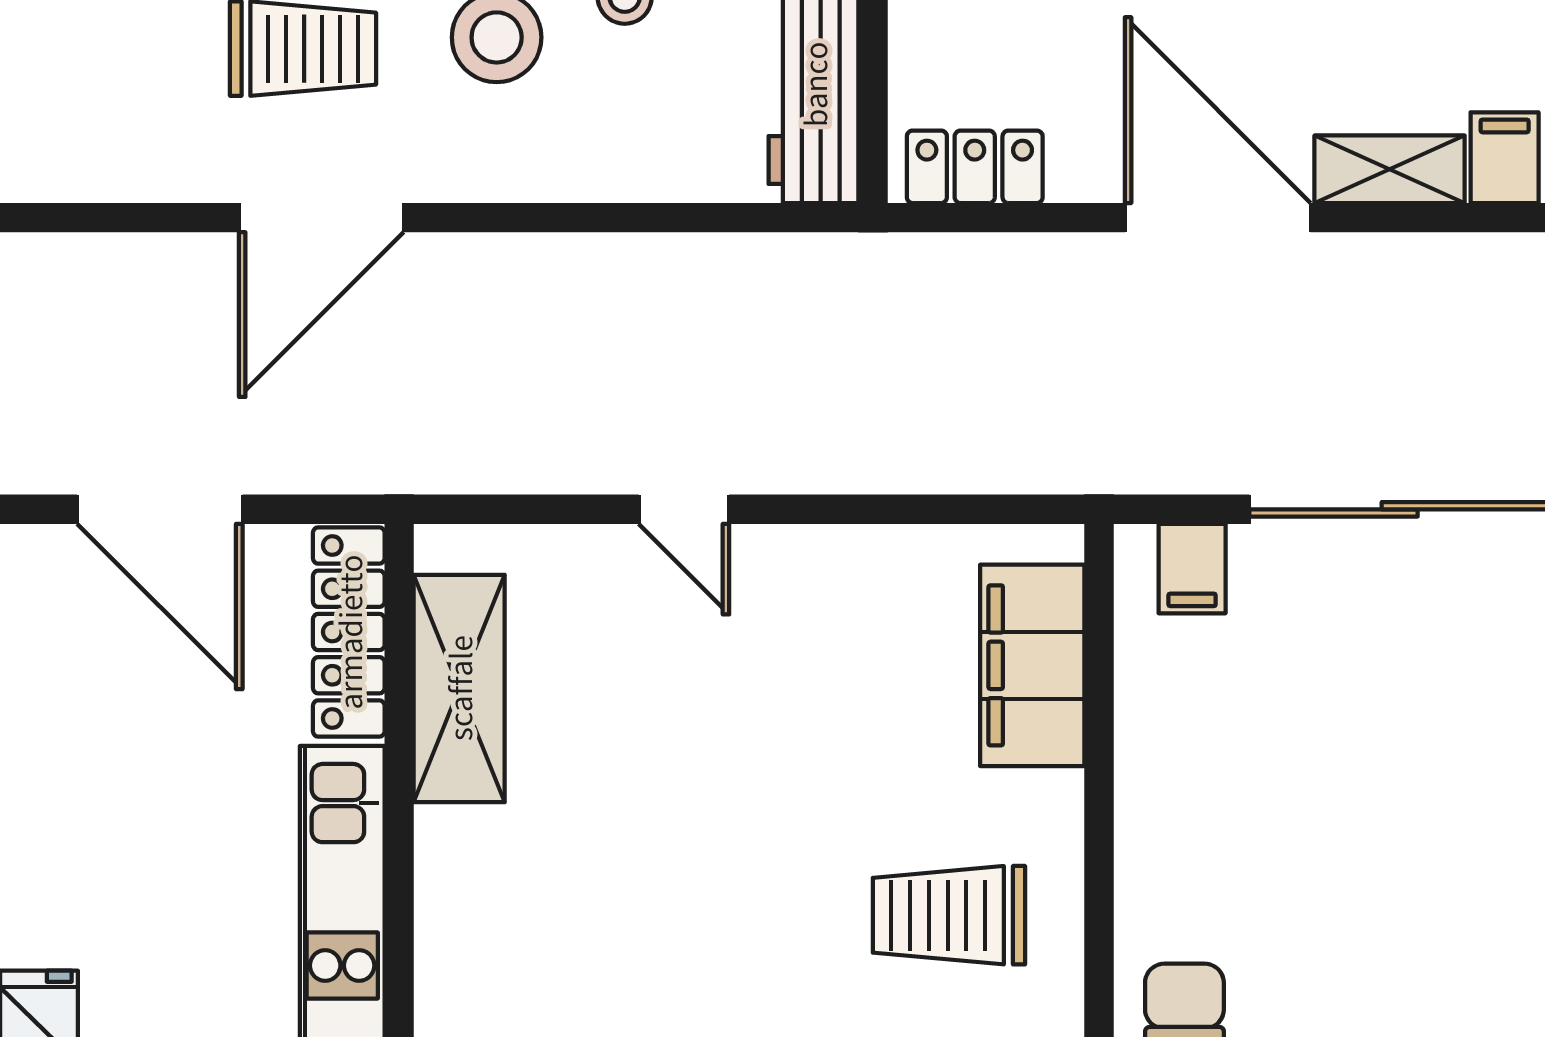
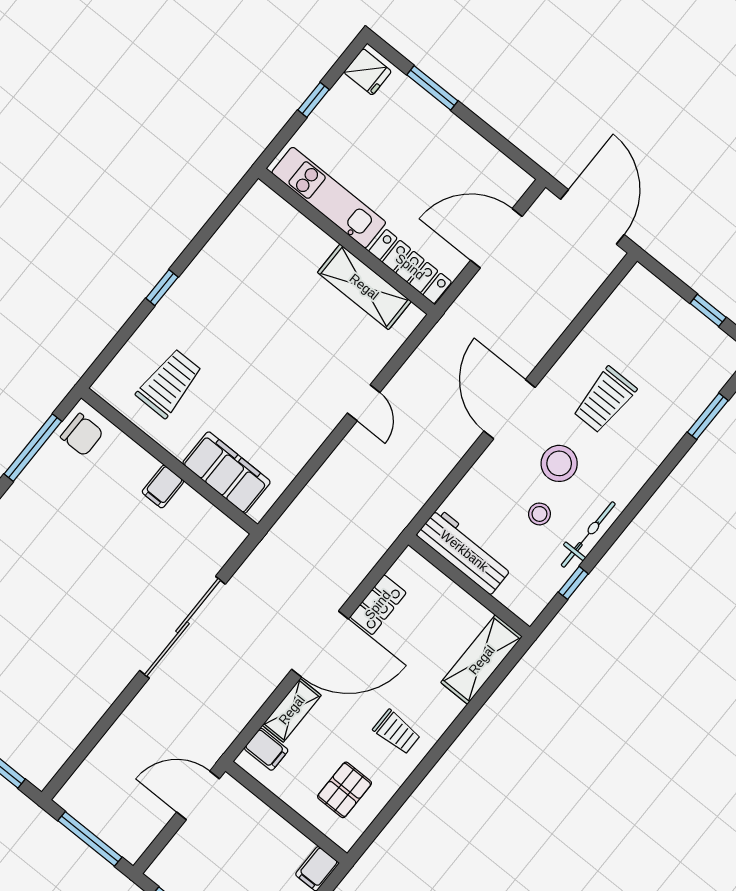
locker: (975, 167) -> (378, 605), moved
door: (321, 218) -> (510, 409), moved
door: (684, 509) -> (364, 403), swing flipped
filing cabinet: (1192, 569) -> (163, 487), moved, turned -90

